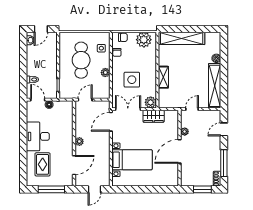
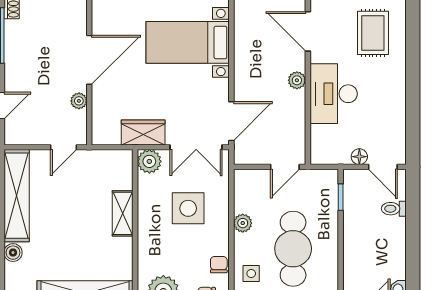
desk: (38, 136) -> (334, 94), moved, turned 180
door: (74, 165) -> (308, 31), hinge flipped

